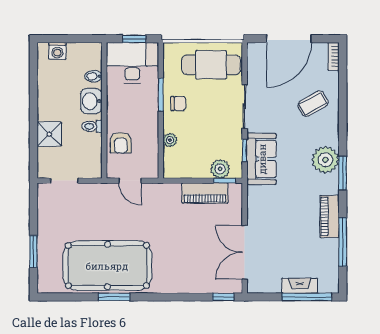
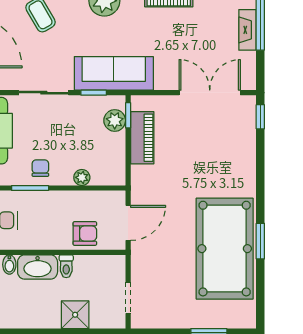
washbasin: (91, 101) -> (38, 267), width x1.38
sofa: (262, 159) -> (114, 73), width x1.36
door: (130, 181) -> (128, 223), width x1.38
double door: (245, 252) -> (210, 93), swing flipped

